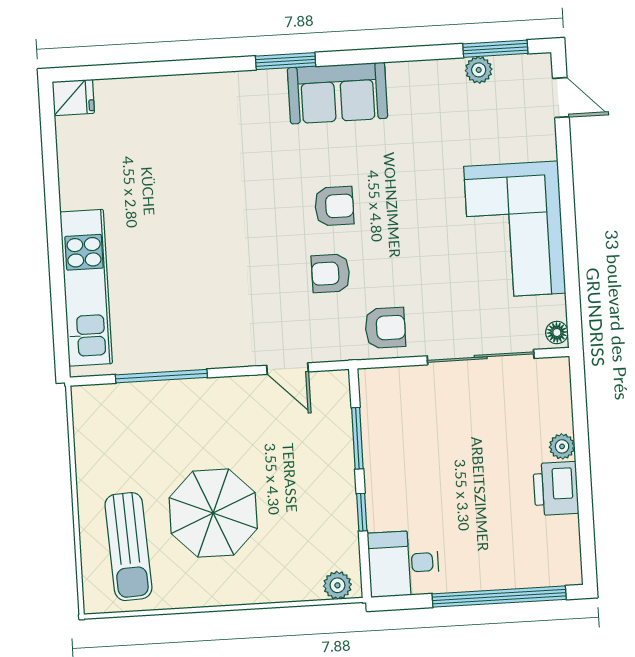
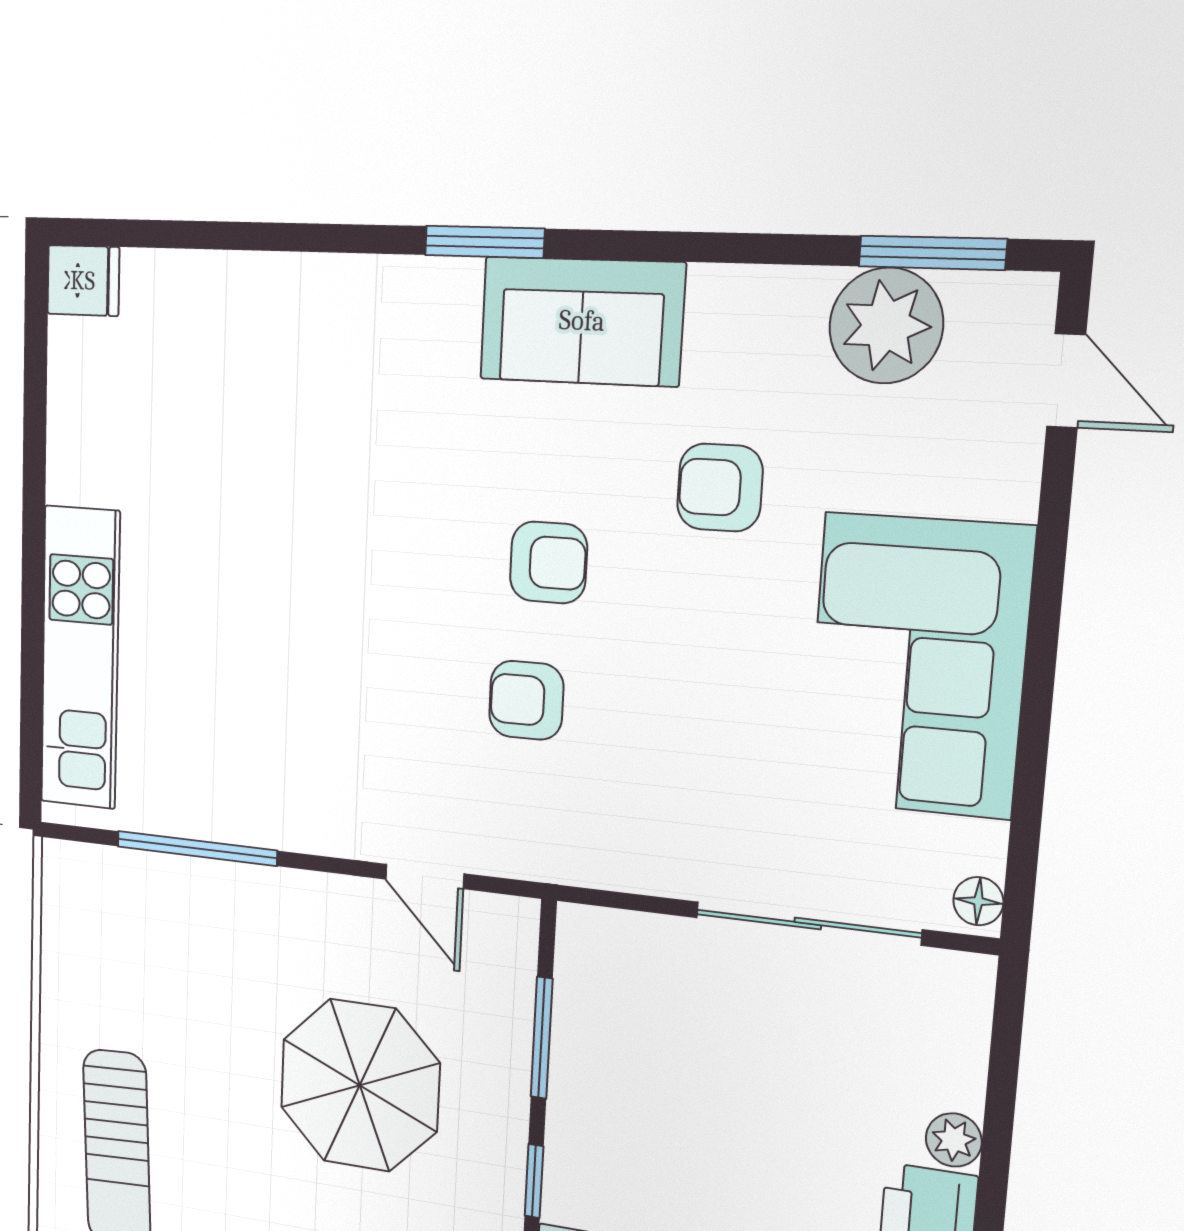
plant: (479, 70) -> (886, 326), width x1.88, depth x1.88
armchair: (385, 328) -> (720, 488), moved, turned 180
parasol: (213, 513) -> (360, 1085), moved

